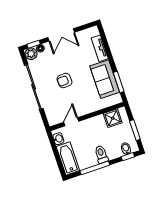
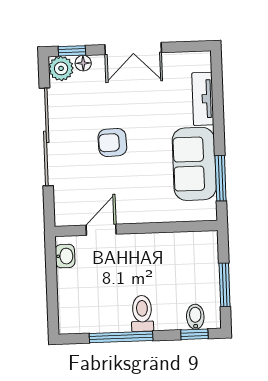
shower: (113, 118) -> (187, 247), removed
bathtub: (68, 158) -> (72, 302), removed

